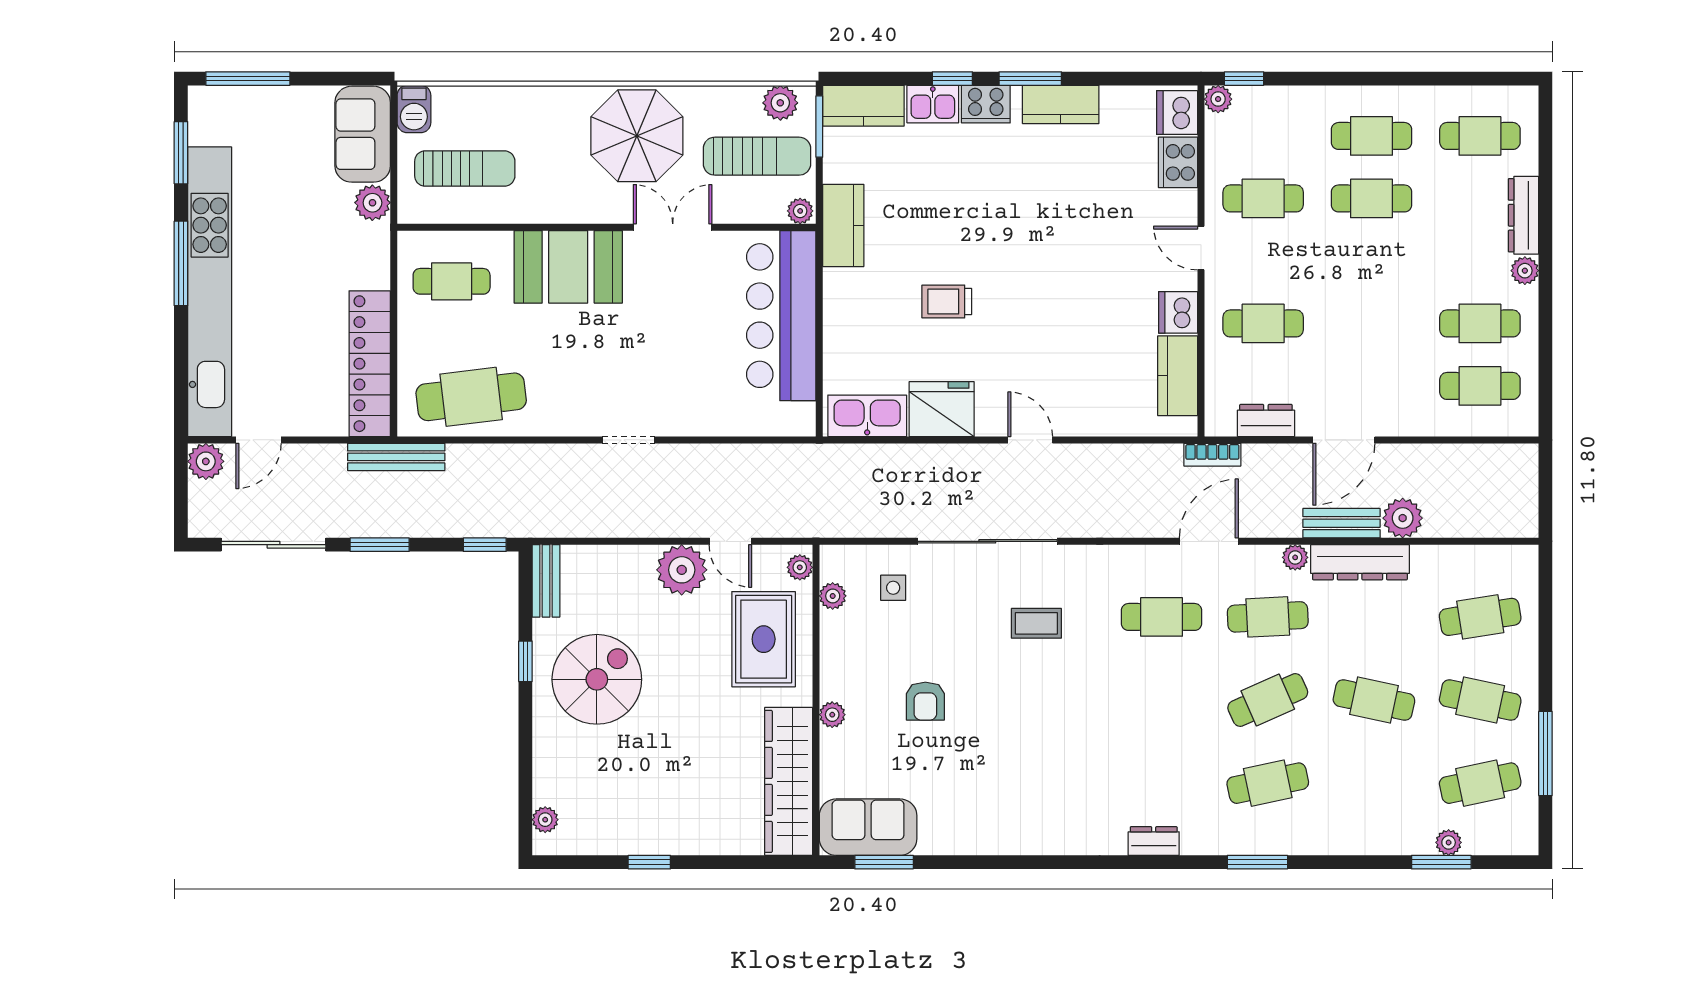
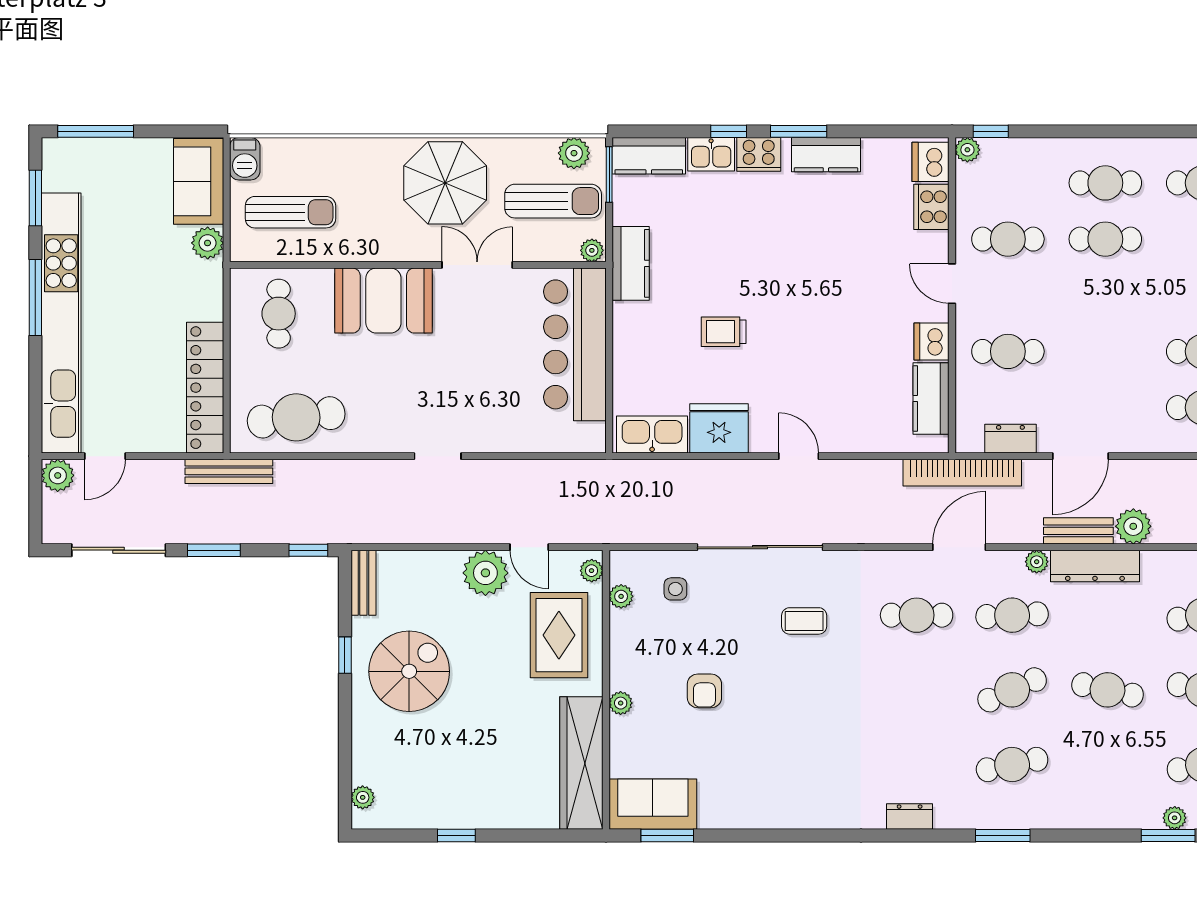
cafe table: (452, 281) -> (279, 314), turned 90
bookcase: (1212, 455) -> (962, 473), width x2.31, depth x1.31

